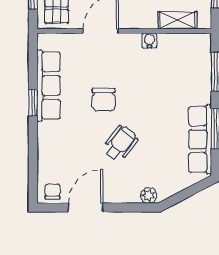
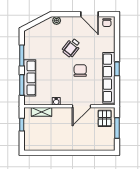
row of seats: (49, 85) -> (109, 78), width x1.36
row of seats: (200, 139) -> (30, 78), moved
door: (86, 208) -> (90, 14), hinge flipped

